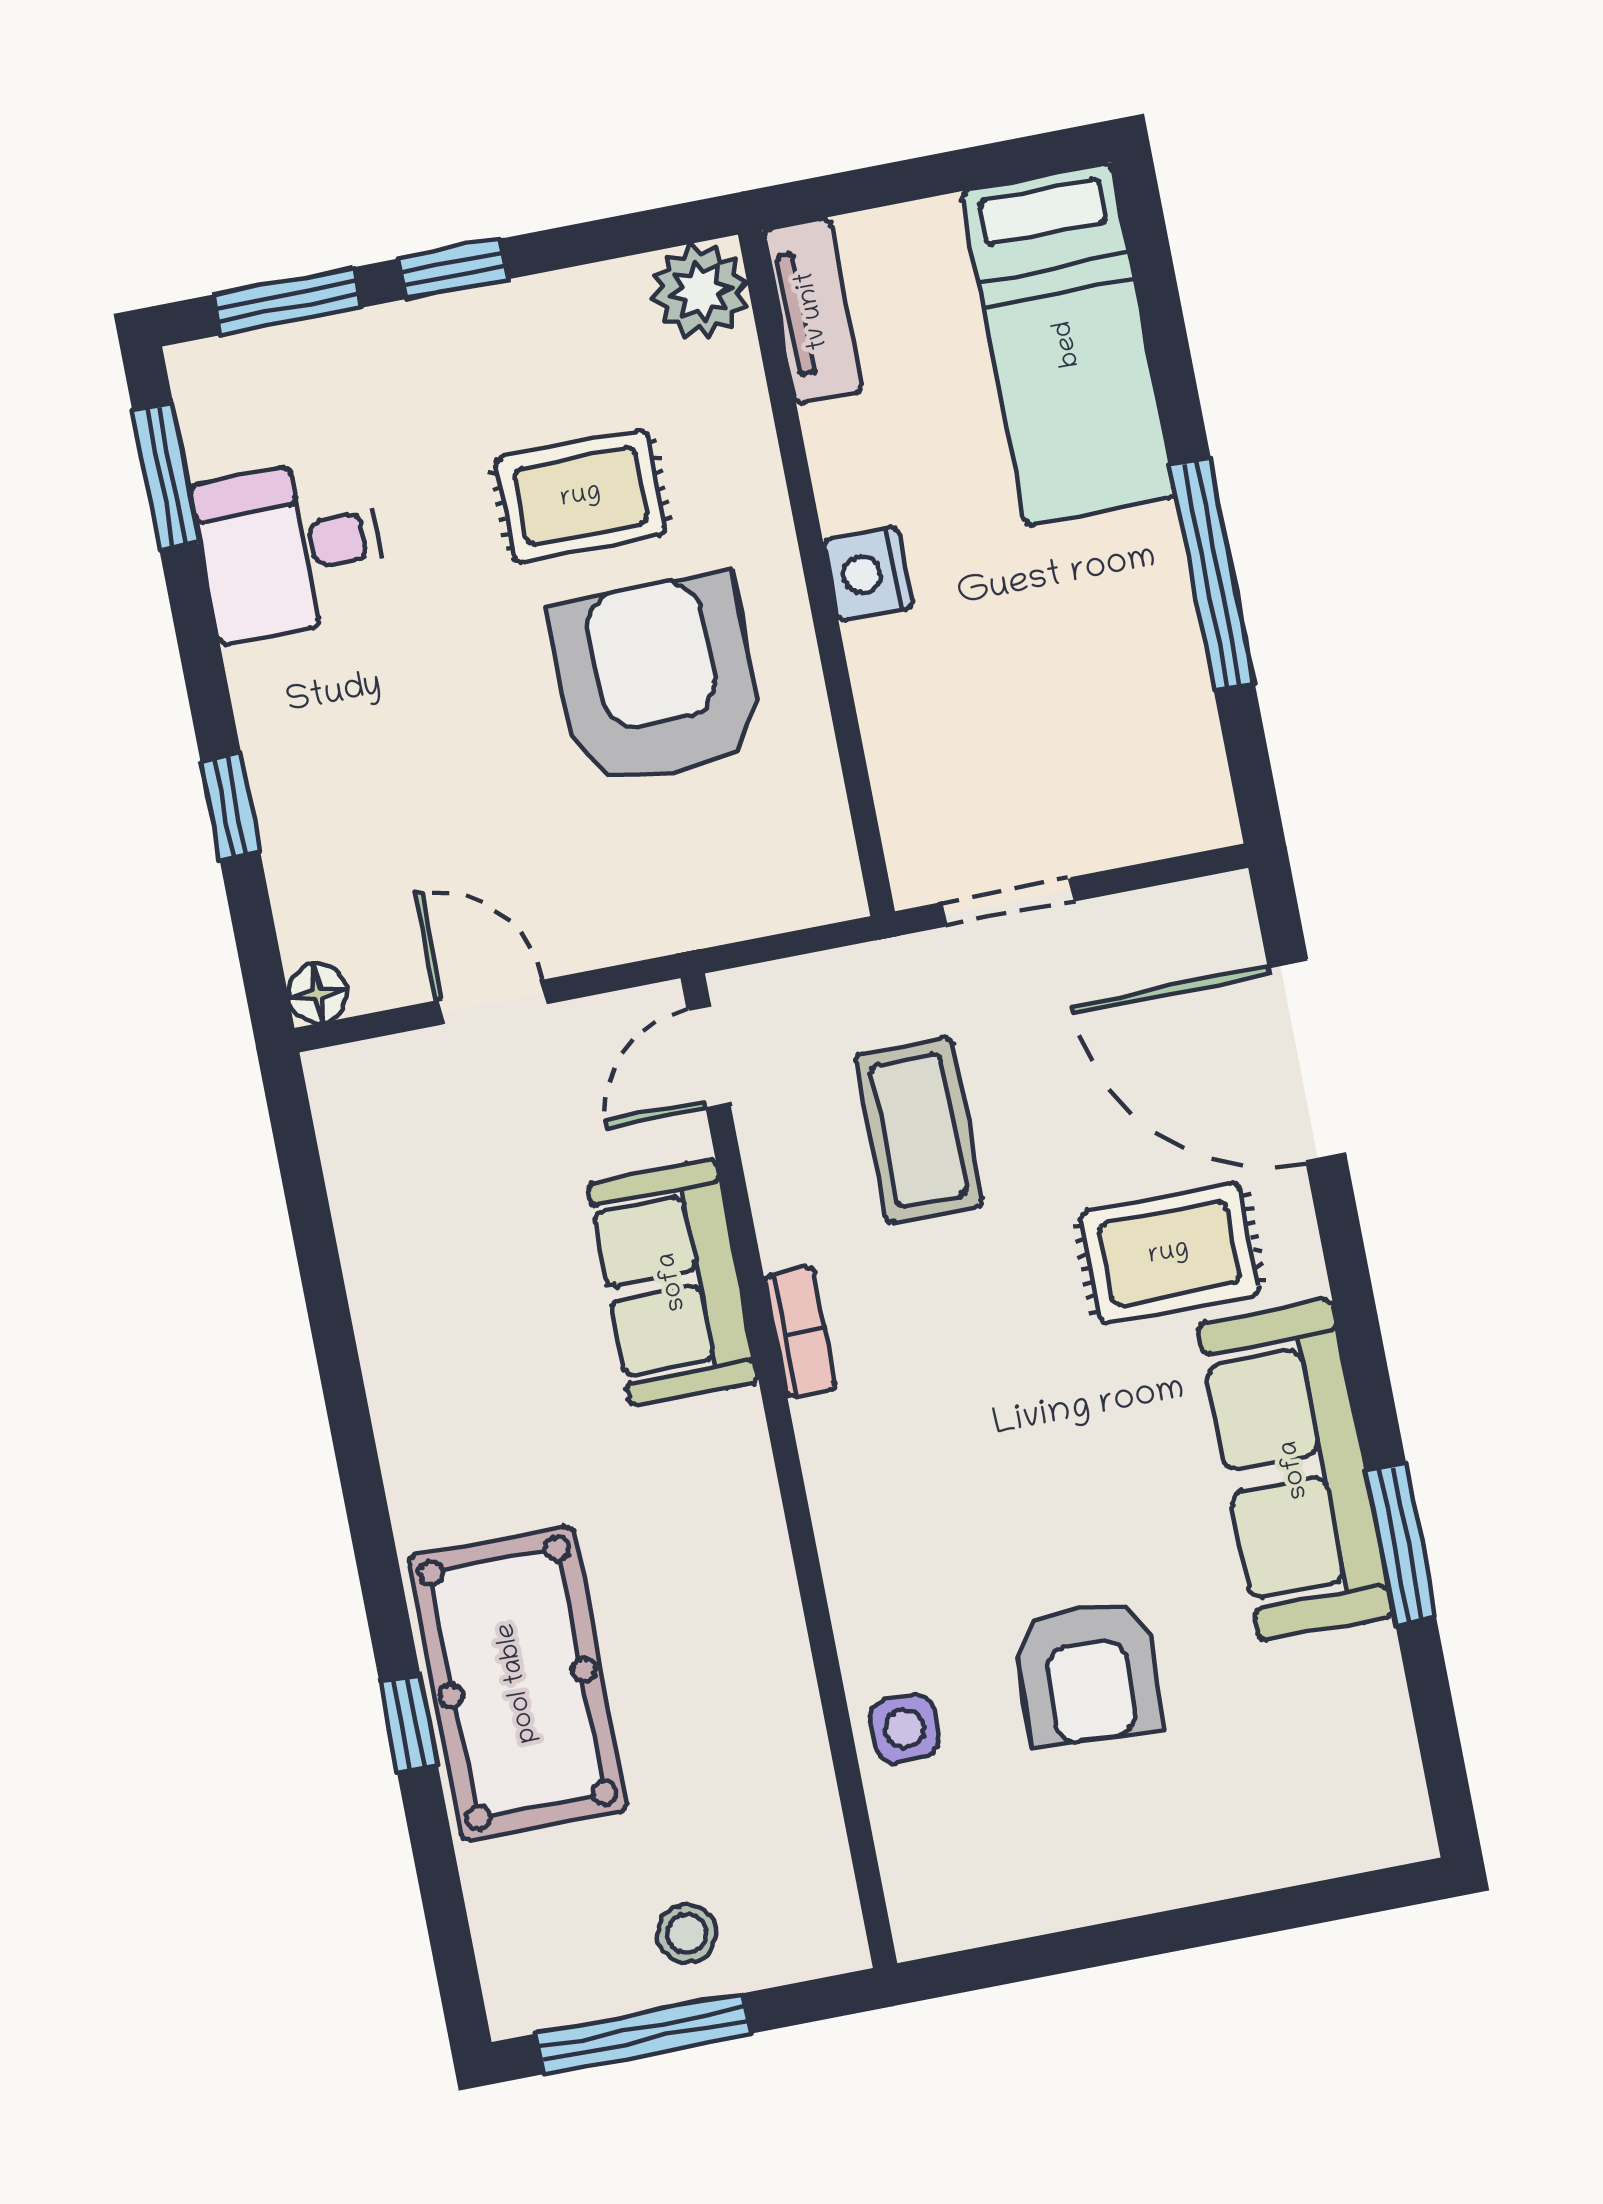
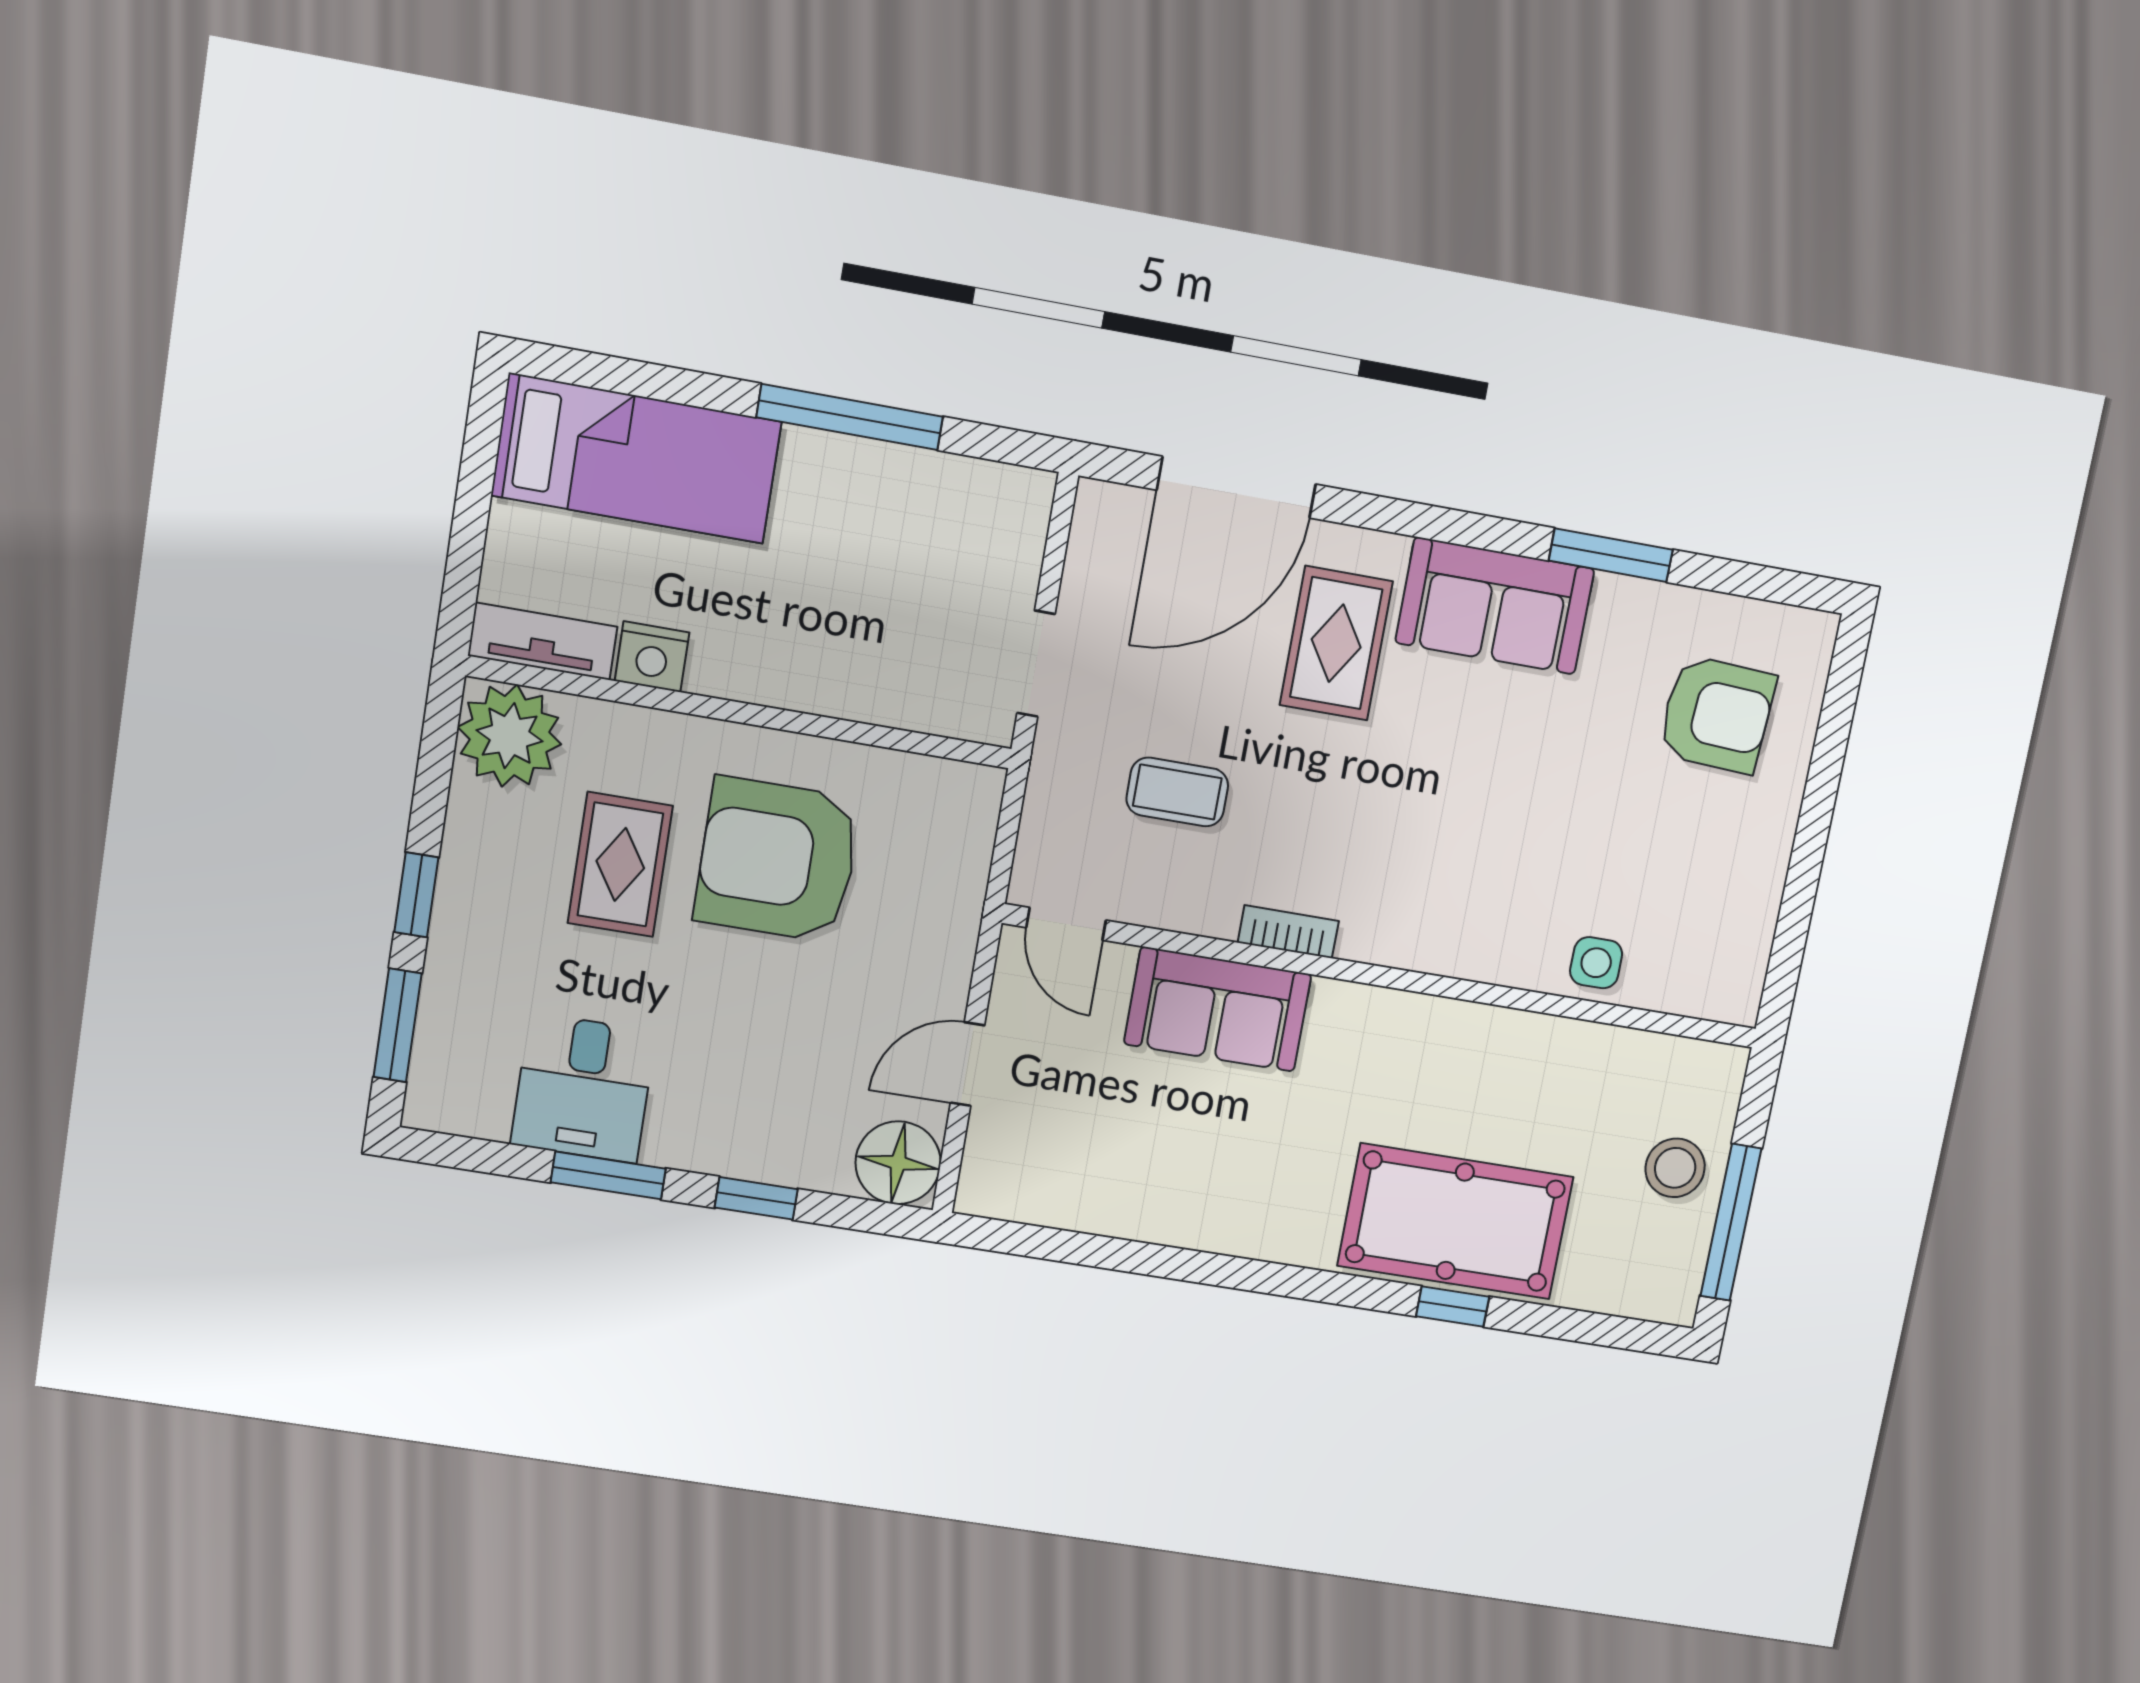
plant: (700, 291) -> (510, 736), width x1.36, depth x1.36
window: (166, 477) -> (608, 1175), moved
nightstand: (868, 574) -> (652, 657), moved
floor lamp: (318, 994) -> (898, 1163), width x1.89, depth x1.89
coffee table: (919, 1130) -> (1177, 792), width x0.73, depth x0.77
sofa: (1295, 1470) -> (1495, 606), width x0.73
armchair: (1088, 1673) -> (1717, 714), moved
stool: (687, 1934) -> (1675, 1168), width x1.37, depth x1.37

